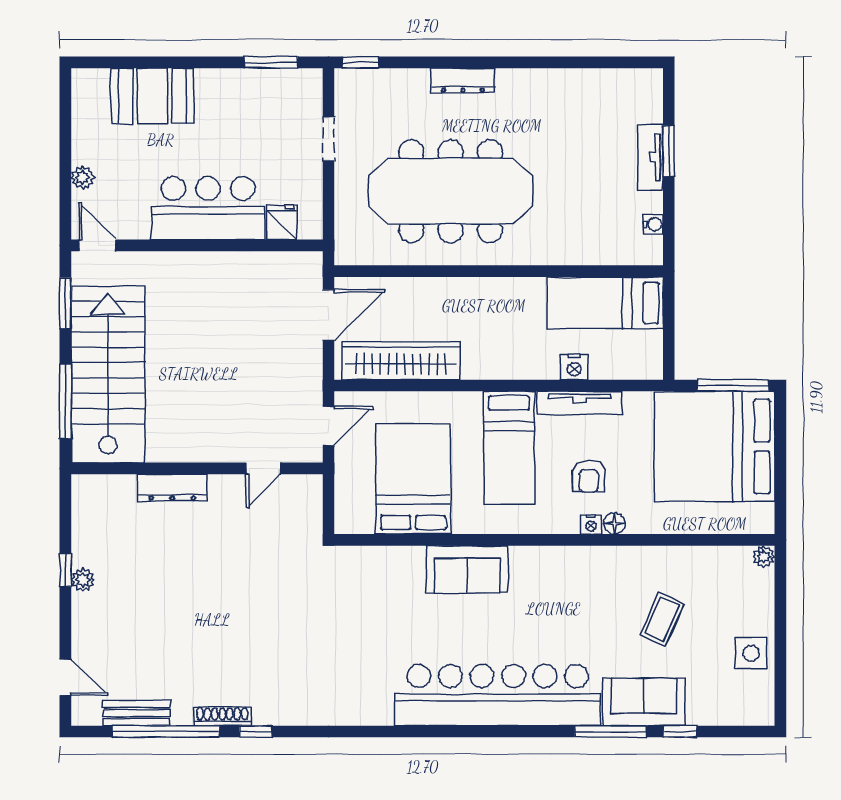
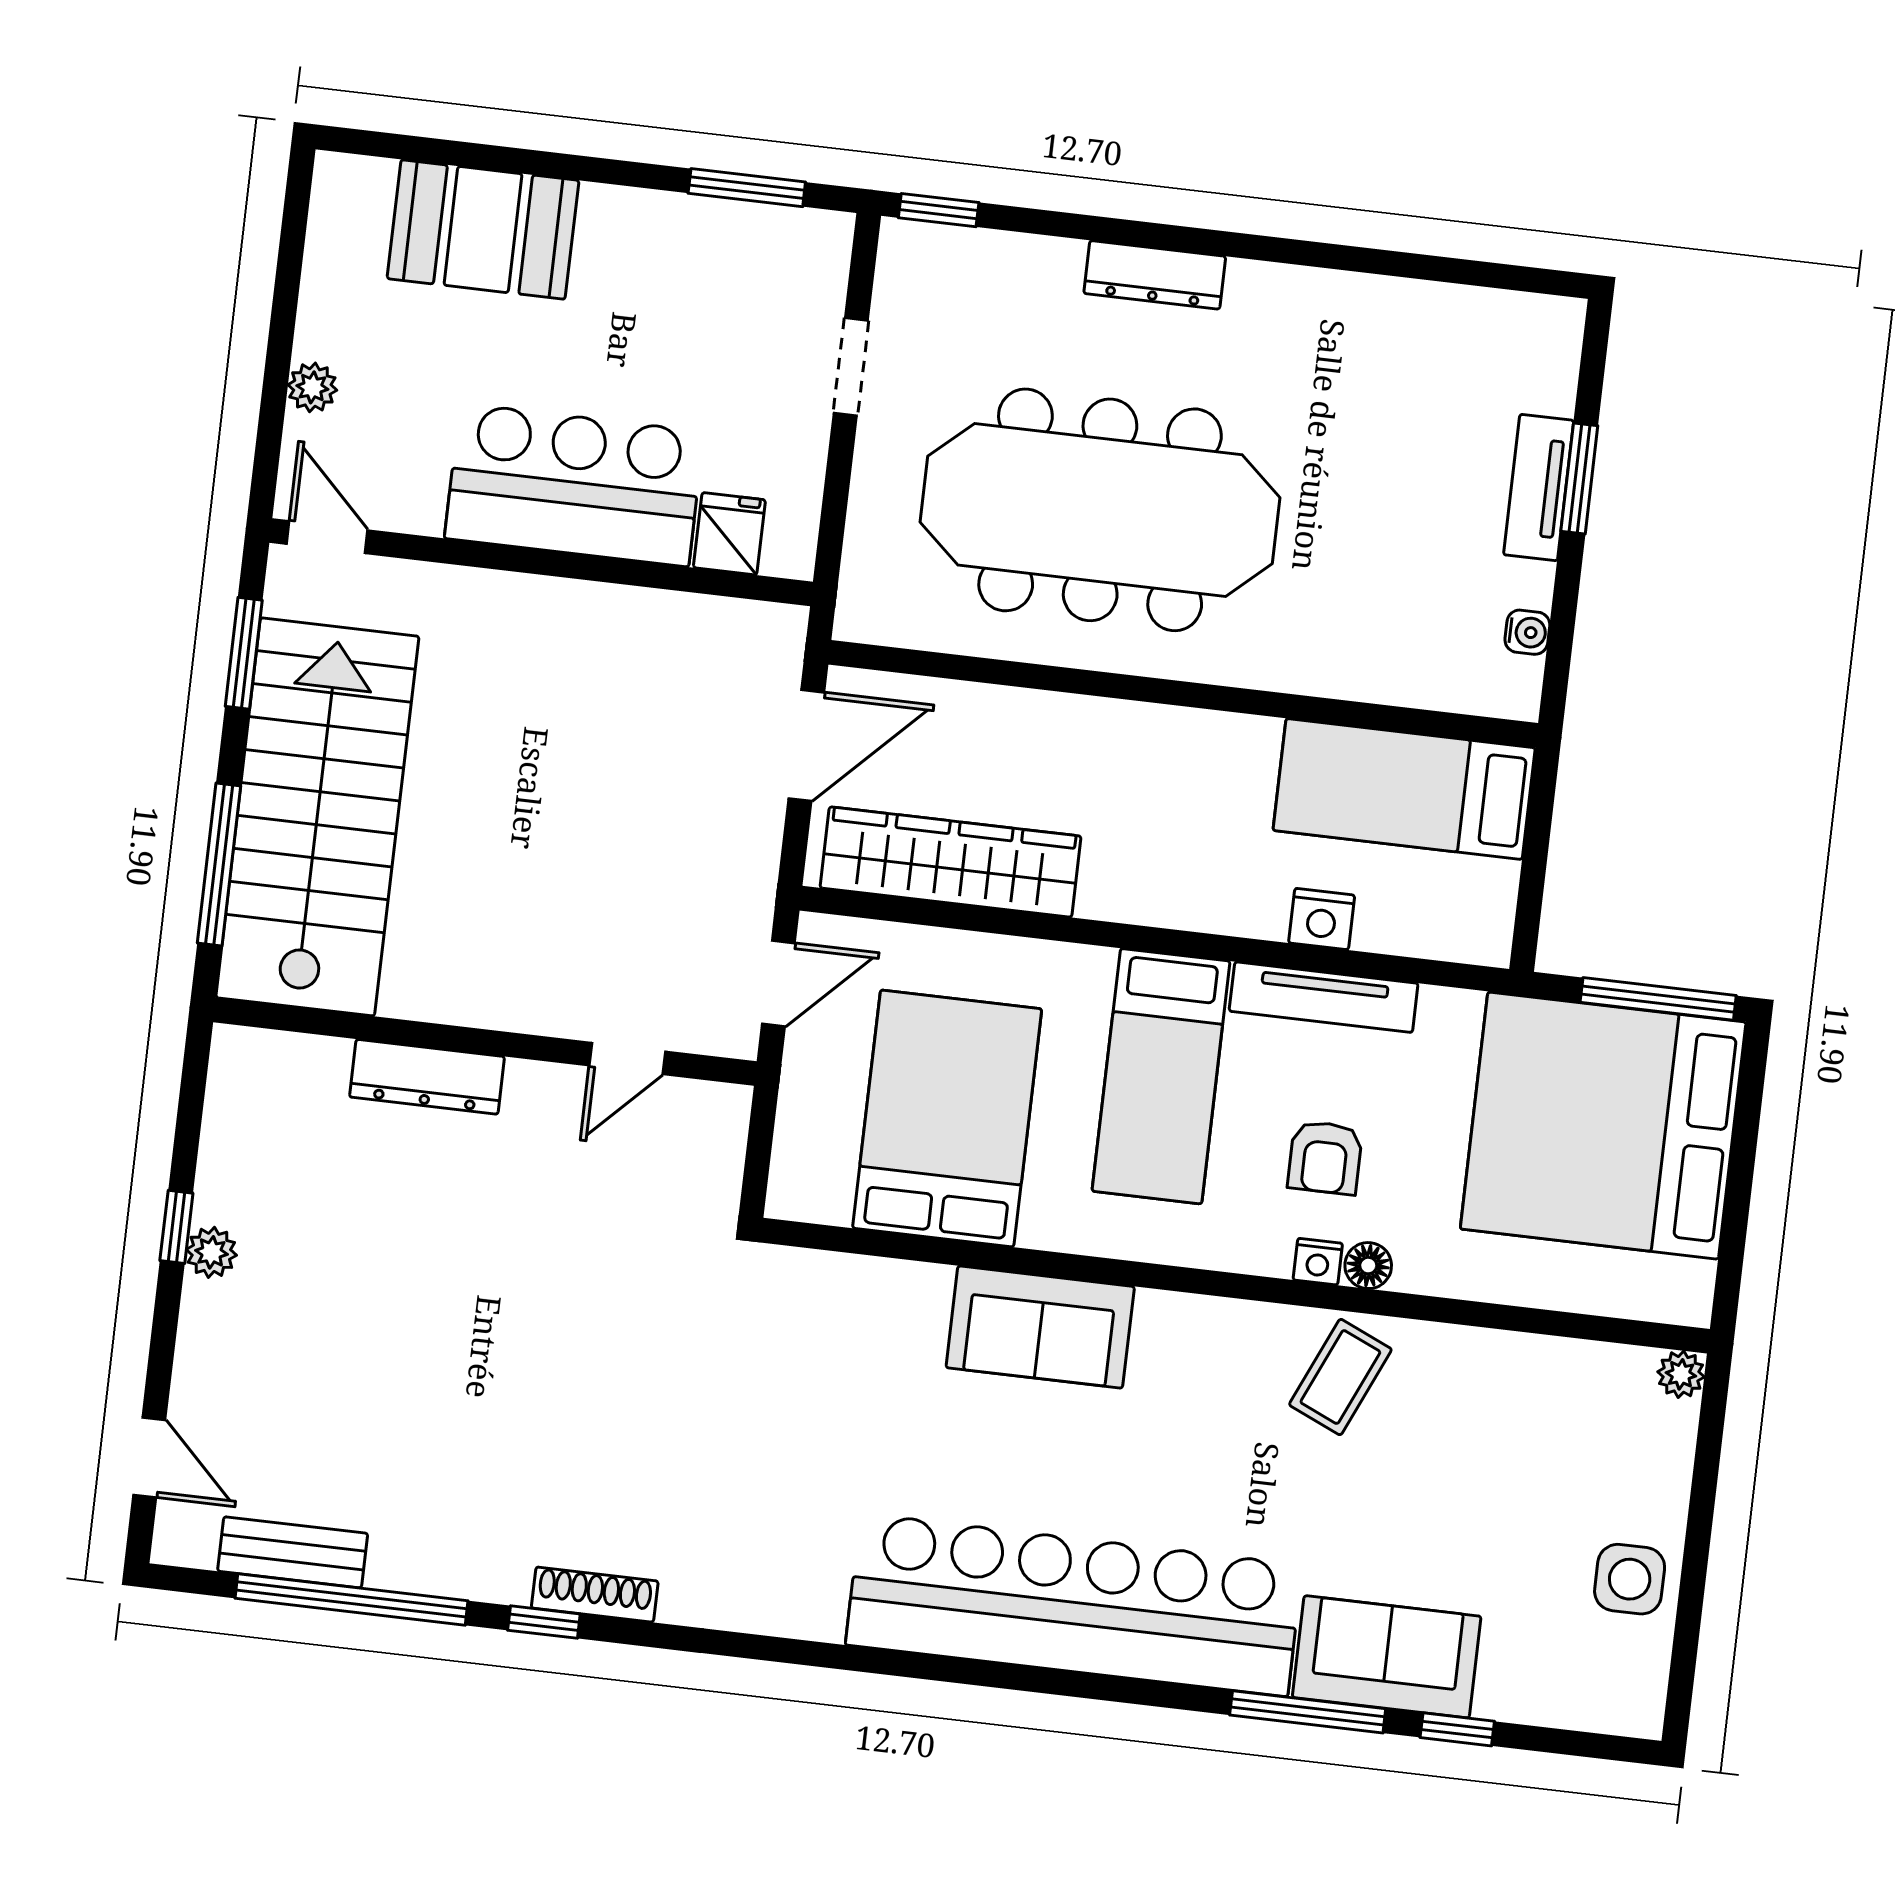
coffee table: (662, 619) -> (1340, 1377), moved
shoe rack: (222, 716) -> (595, 1595), moved

